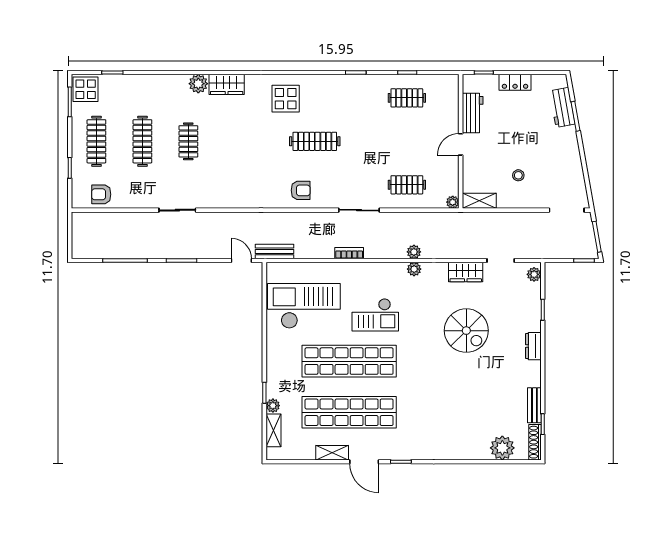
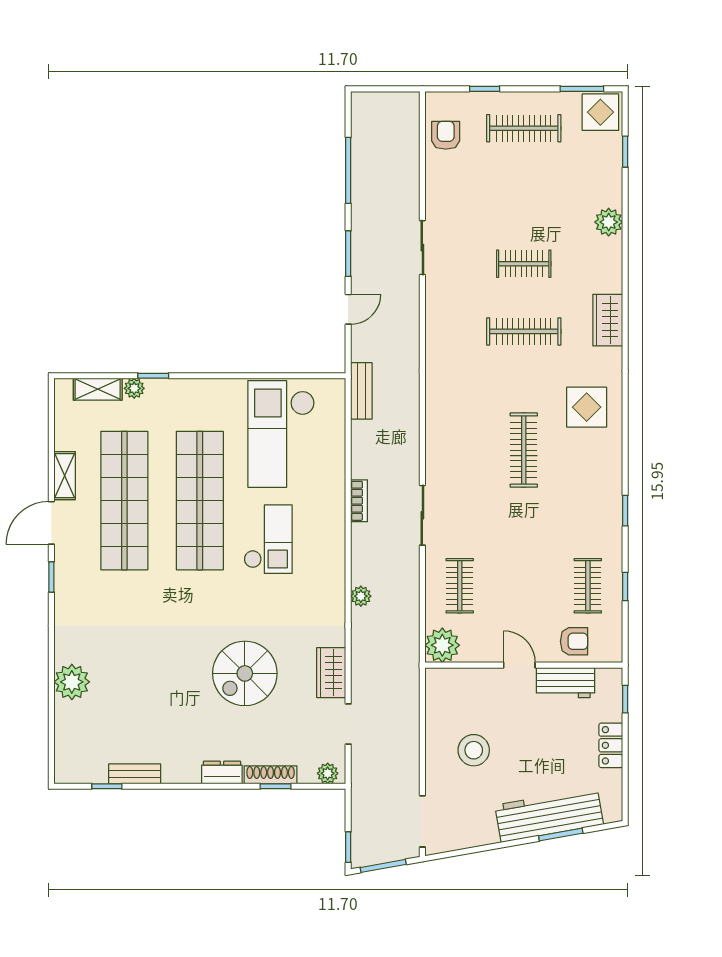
plant: (198, 84) -> (609, 222), moved
workbench: (562, 107) -> (549, 815), width x1.88, depth x1.32
clothes rail: (142, 141) -> (524, 331), moved
stool: (518, 175) -> (474, 750), width x1.89, depth x1.89
armchair: (301, 190) -> (574, 641), moved, turned -90
shelving: (479, 201) -> (436, 692), removed
plant: (453, 202) -> (442, 645), width x1.88, depth x1.88
door: (241, 260) -> (348, 309), moved
plant: (414, 269) -> (335, 596), removed
checkout: (304, 306) -> (281, 434), turned 180
checkout: (375, 315) -> (268, 539), turned 180
shoe rack: (535, 442) -> (271, 775), moved
plant: (502, 448) -> (72, 682), moved

